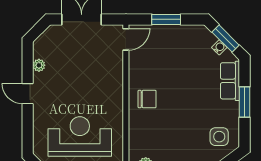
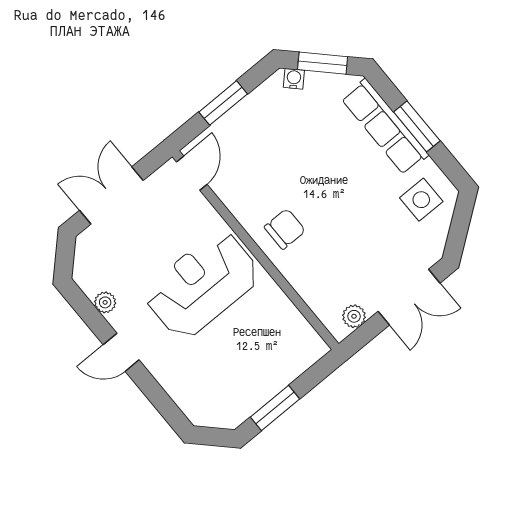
water cooler: (219, 47) -> (294, 79), moved
row of seats: (230, 81) -> (385, 127), width x1.48
reception desk: (80, 136) -> (202, 285), moved

